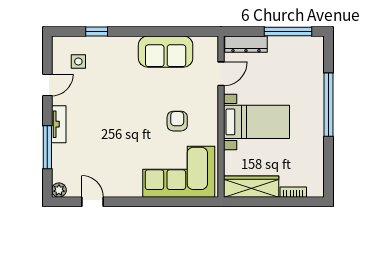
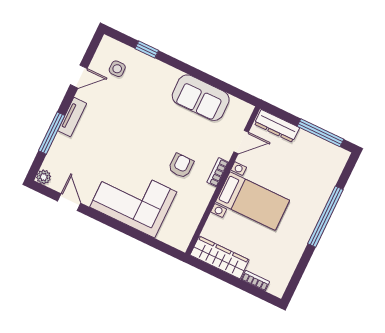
bookcase: (213, 111) -> (218, 172), added
corner sofa: (179, 172) -> (133, 199), moved

